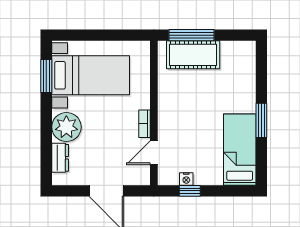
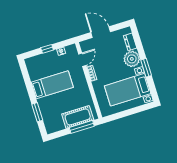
window: (46, 76) -> (146, 68), moved
window: (261, 120) -> (37, 112), moved
bed: (240, 150) -> (52, 85), moved, turned -90
window: (190, 191) -> (47, 49), moved

